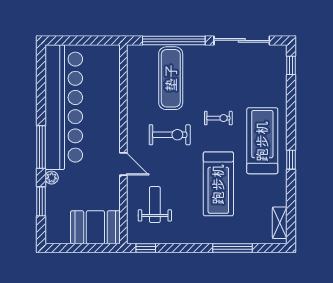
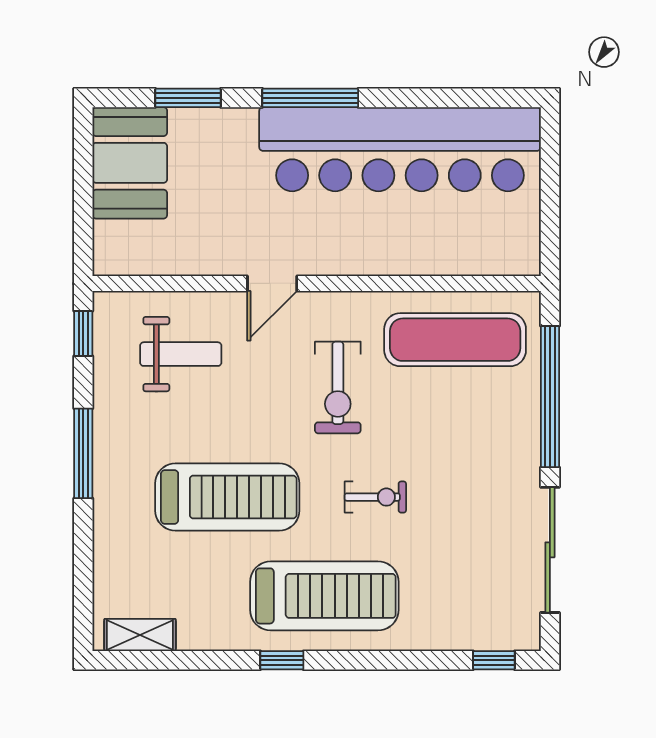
exercise mat: (171, 78) -> (455, 340), moved
exercise bike: (218, 118) -> (375, 497), turned -90
plant: (52, 178) -> (242, 122), removed
treadmill: (218, 184) -> (227, 497), turned 180
booth: (95, 227) -> (130, 163), moved
window: (232, 248) -> (83, 453), moved

